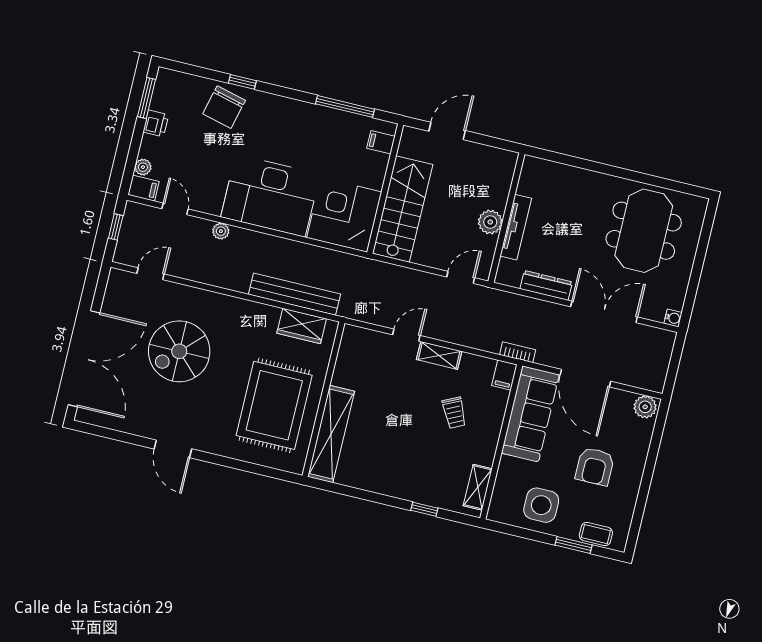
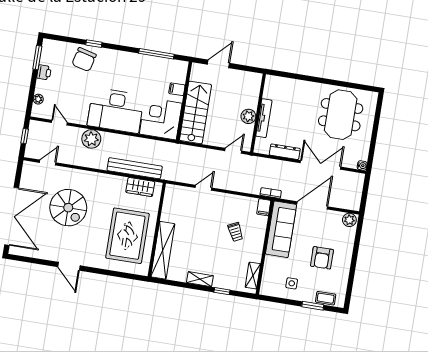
filing cabinet: (381, 142) -> (177, 89), moved
filing cabinet: (143, 188) -> (40, 112), removed
plant: (221, 231) -> (91, 139), width x1.88, depth x1.88
spiral stairs: (179, 351) -> (68, 208), turned -90
shelving: (439, 355) -> (200, 279), moved
door: (585, 378) -> (312, 205), swing flipped
side table: (541, 505) -> (292, 283), width x0.54, depth x0.54

